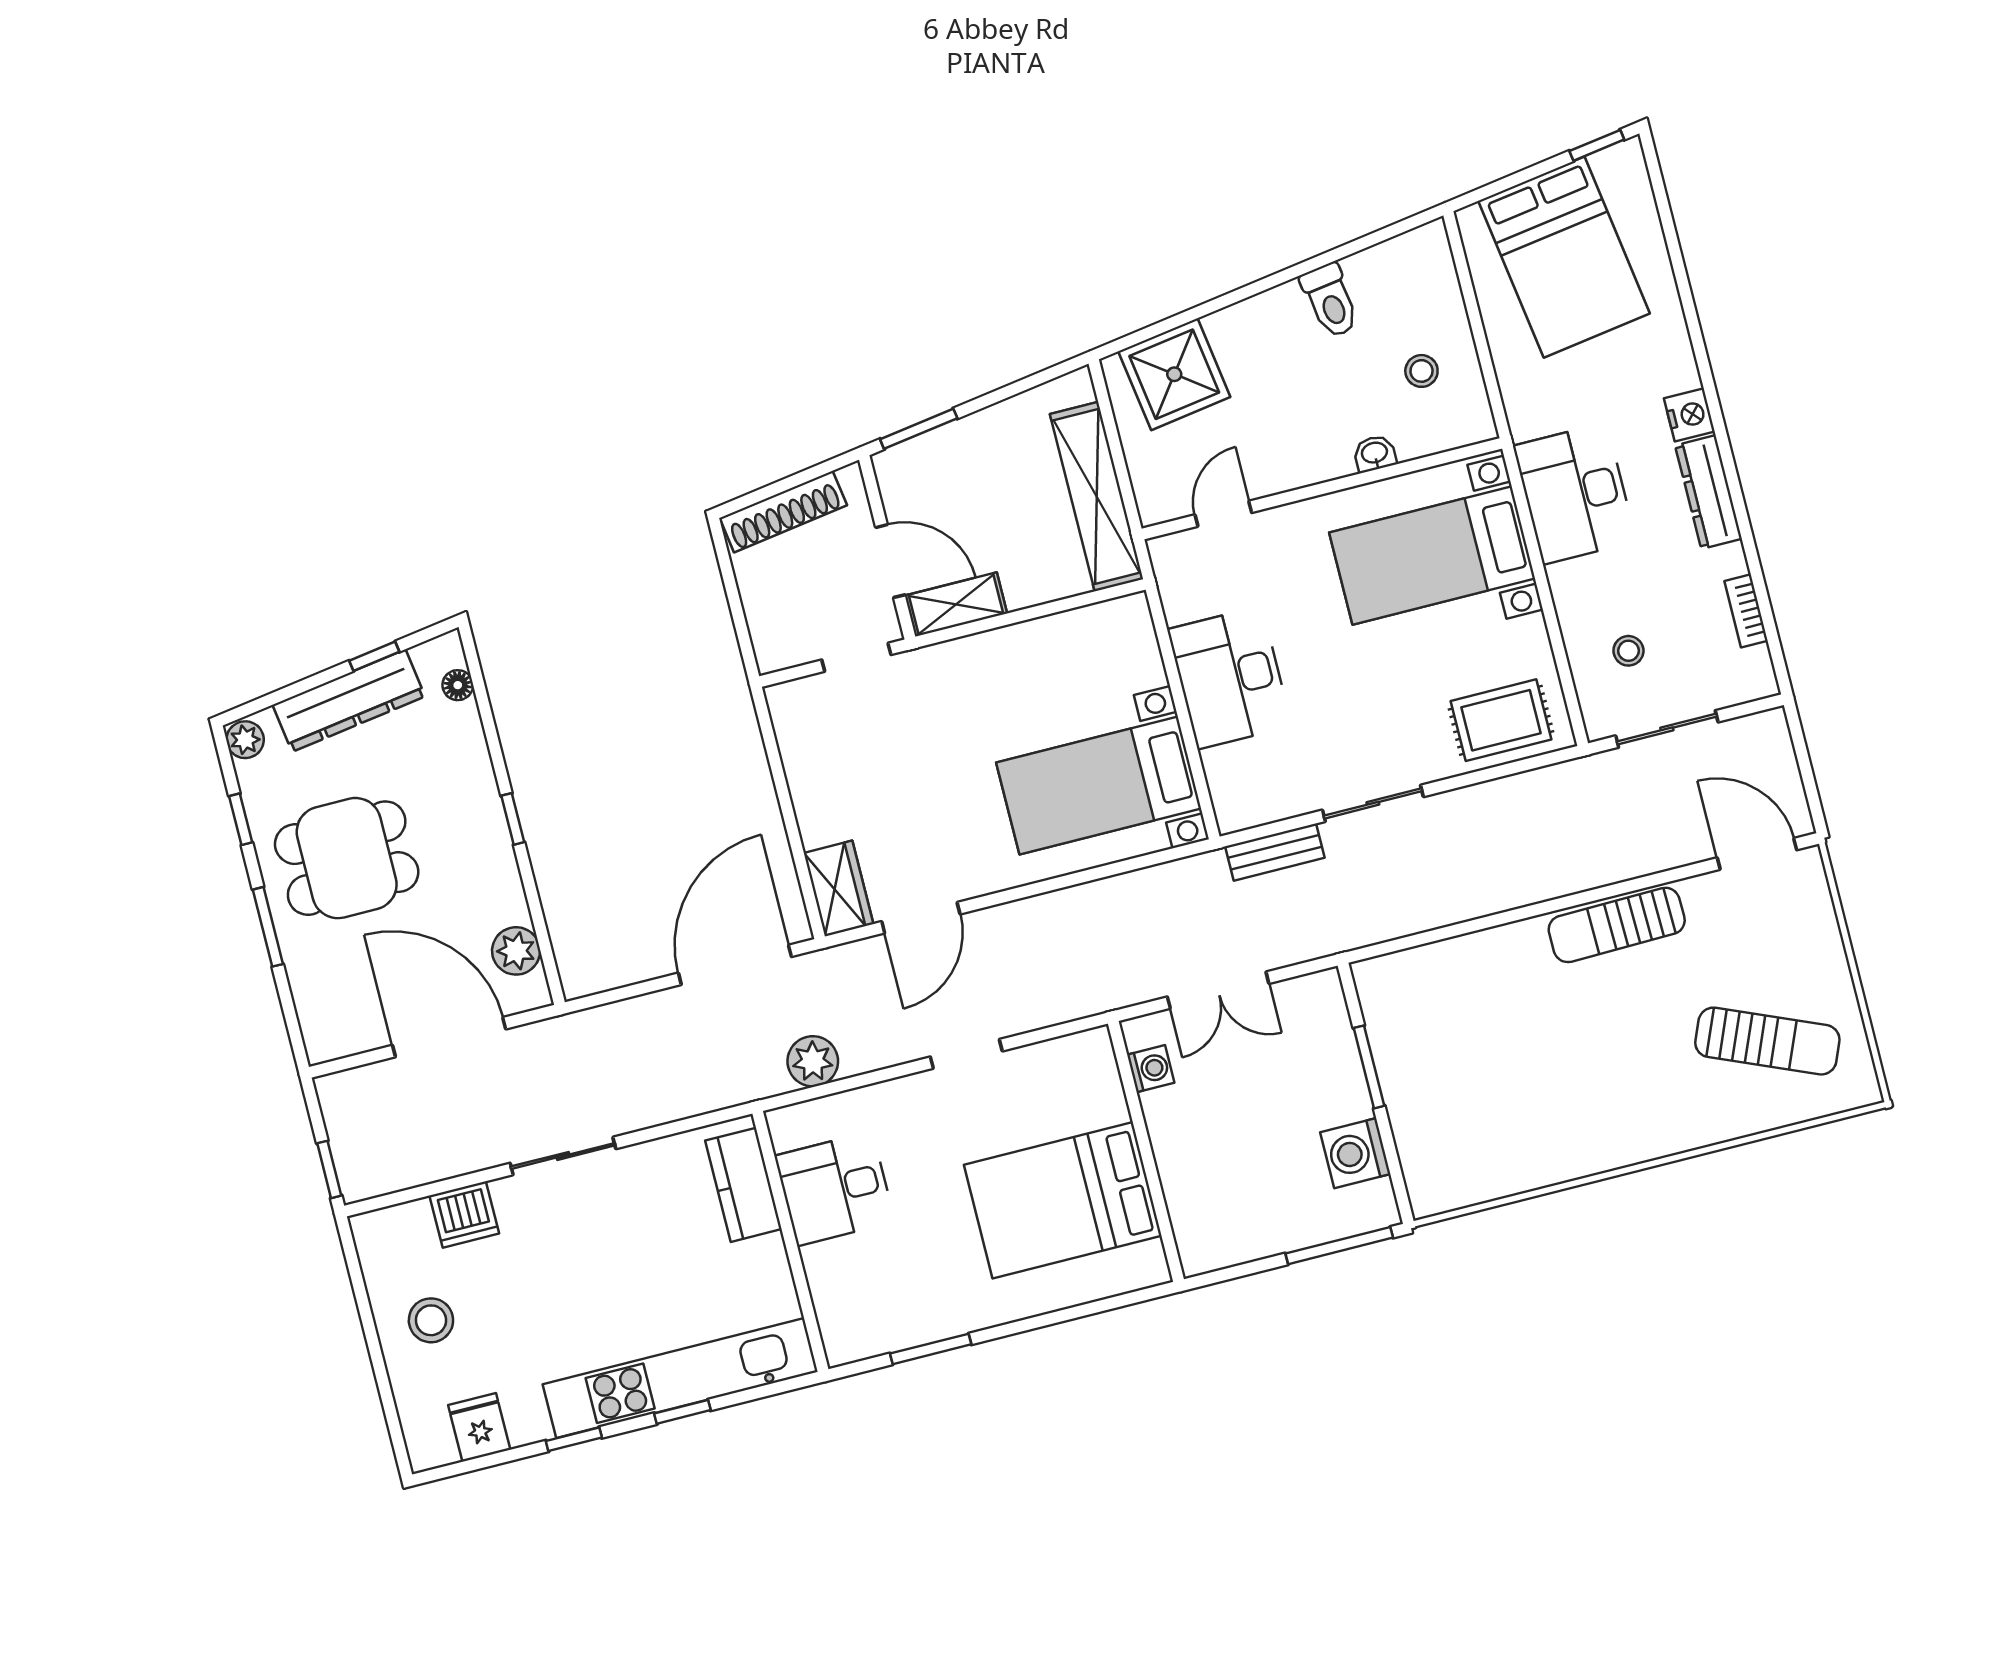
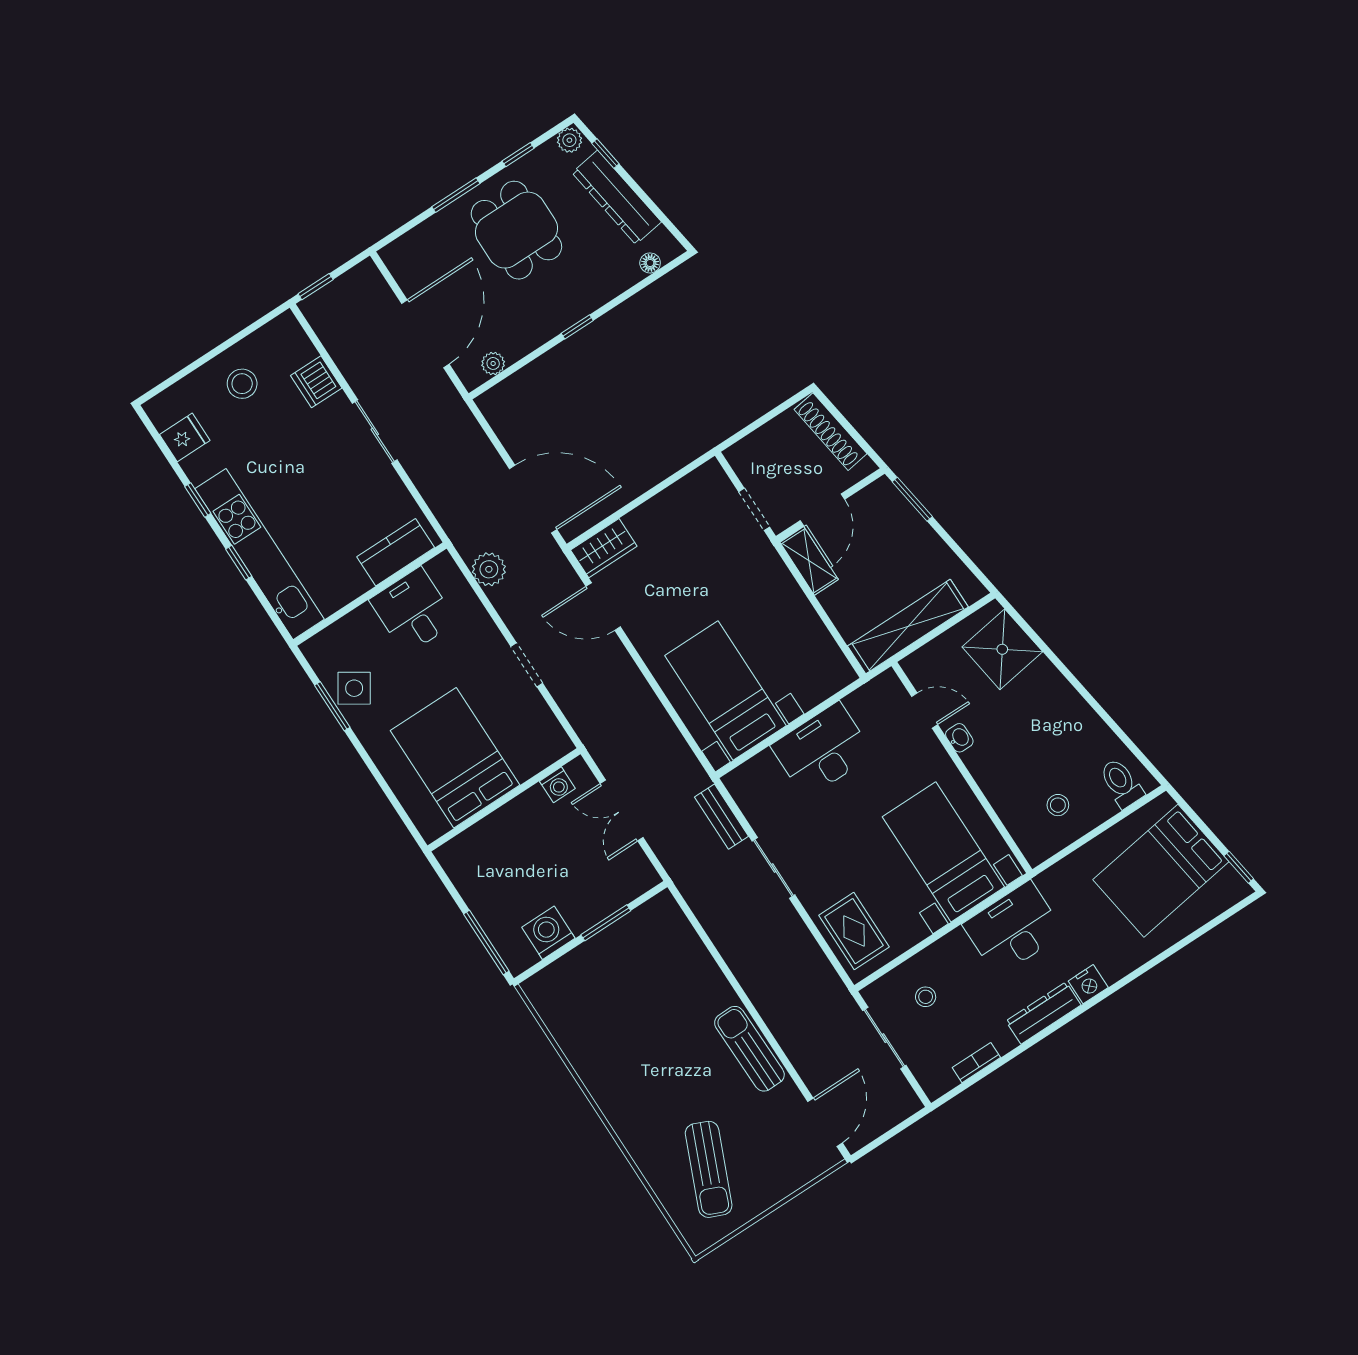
toilet: (1330, 301) -> (1121, 783), moved, turned 98
washbasin: (1375, 454) -> (959, 738), moved
window: (374, 656) -> (605, 153), moved
plant: (516, 951) -> (493, 363), width x0.73, depth x0.73
side table: (916, 1309) -> (354, 688), added

